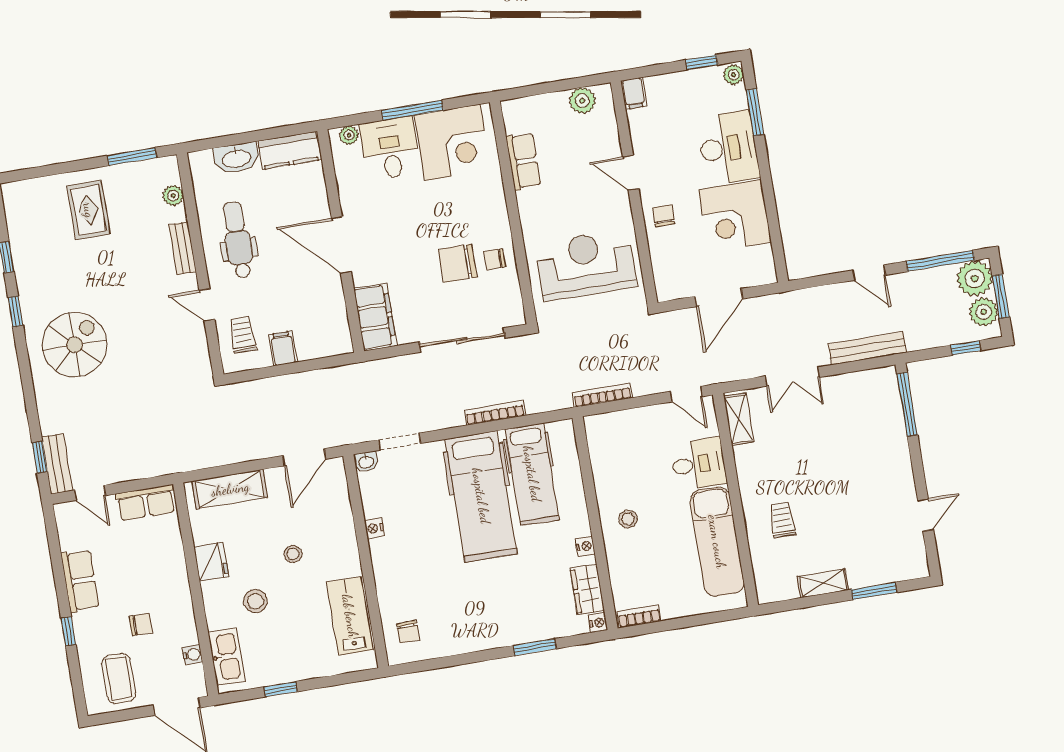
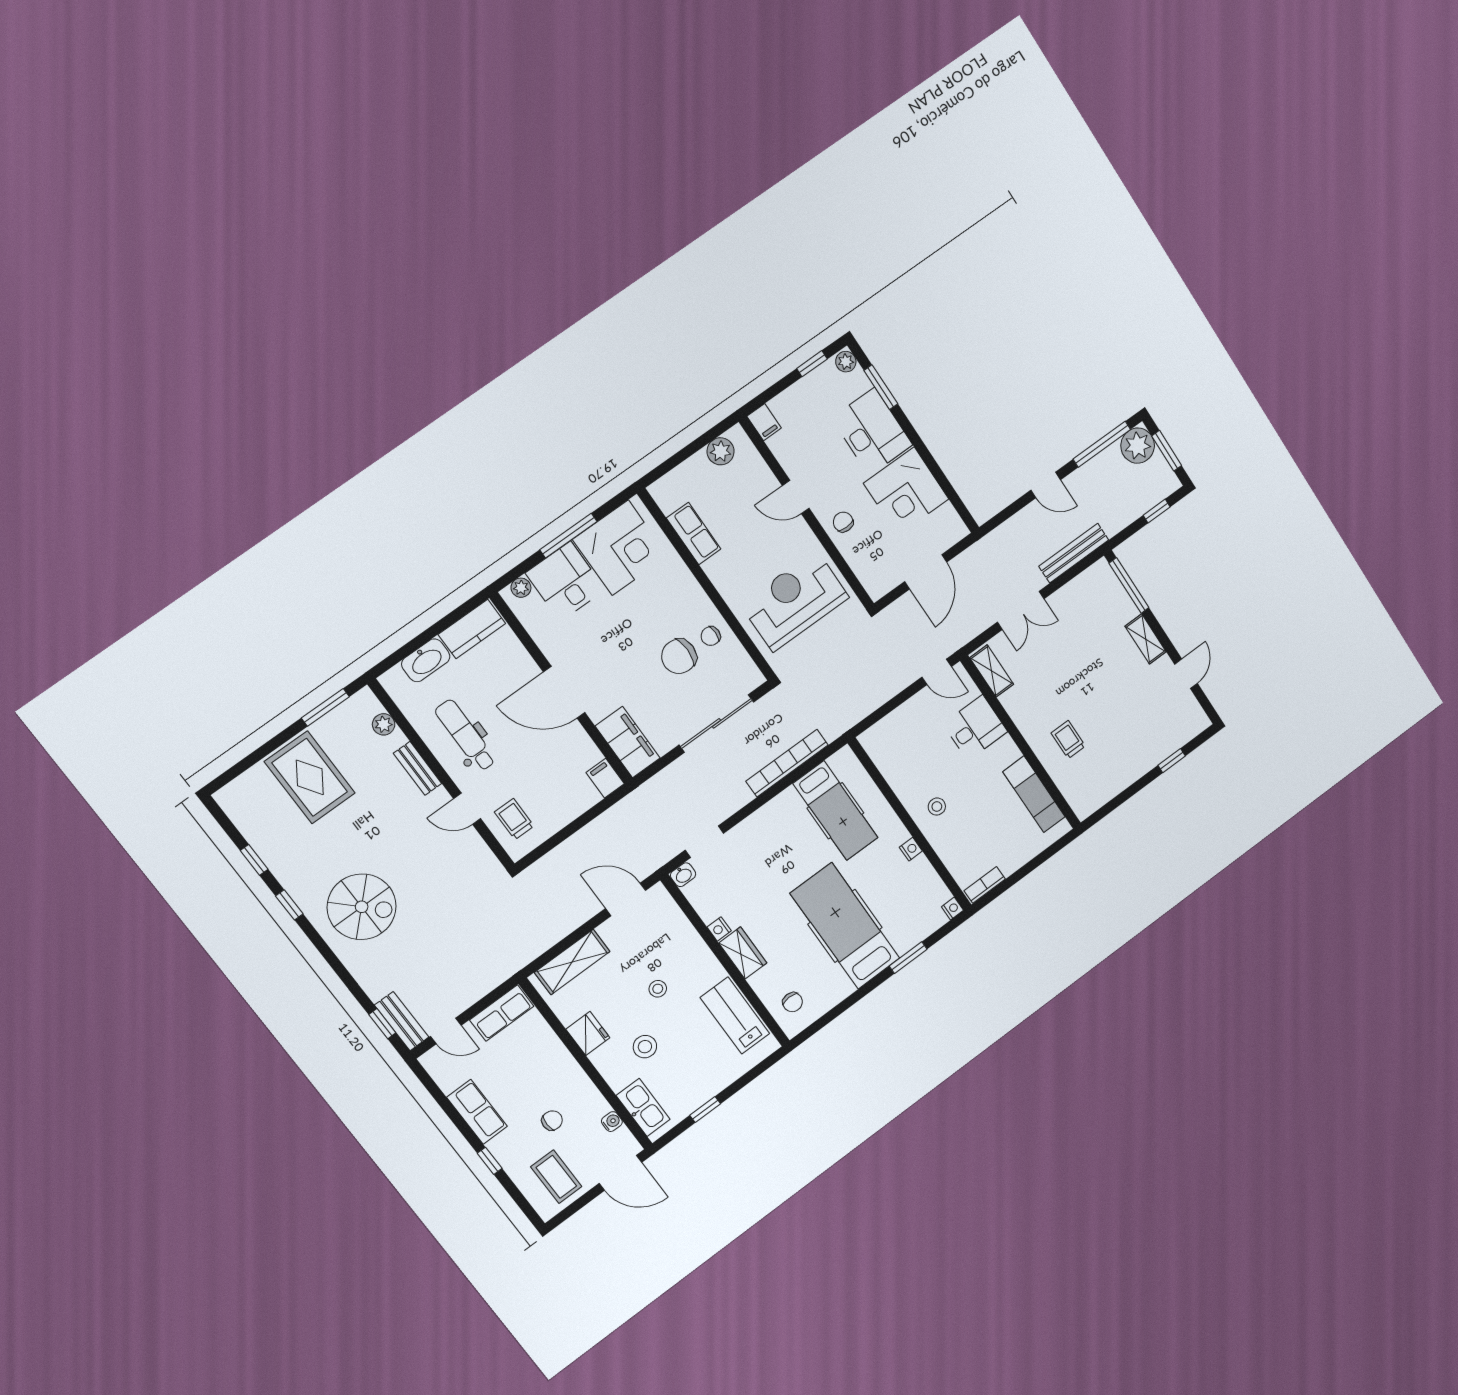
rug: (89, 210) -> (310, 777), width x1.36, depth x1.43
plant: (984, 312) -> (1158, 472), removed
spiral stairs: (75, 345) -> (362, 907), turned 90
filing cabinet: (283, 348) -> (605, 778), moved
bookcase: (602, 395) -> (864, 710), removed
bookcase: (495, 413) -> (787, 763), width x1.48, depth x1.31
door: (304, 457) -> (626, 899), swing flipped
hospital bed: (481, 496) -> (845, 926), moved, turned 180
exam couch: (717, 542) -> (1034, 794), width x0.73, depth x0.69
shelving: (823, 583) -> (1146, 639), moved, turned 90
wardrobe: (587, 590) -> (743, 953), moved, turned 180
window: (874, 591) -> (1172, 761), width x0.67

